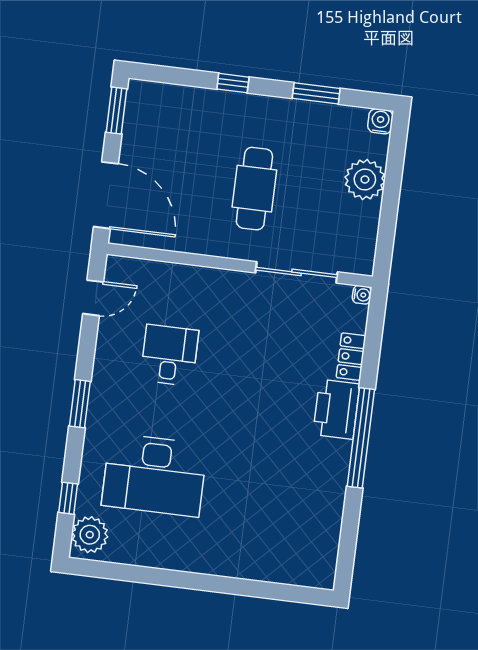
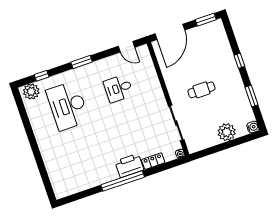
cafe table: (254, 189) -> (201, 90), width x0.73, depth x0.74
desk: (169, 355) -> (118, 88), turned 180

